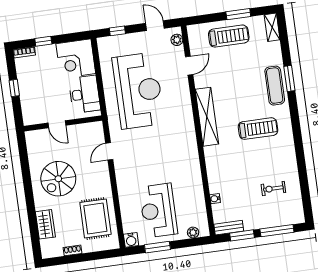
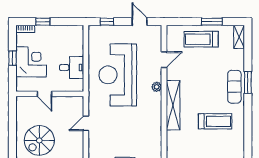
treadmill: (229, 36) -> (201, 39), turned 180
plant: (177, 40) -> (157, 87), moved
corner desk: (76, 59) -> (31, 62), moved, turned 180
reception desk: (138, 91) -> (118, 75), turned 180
desk: (85, 94) -> (72, 68), width x0.73

